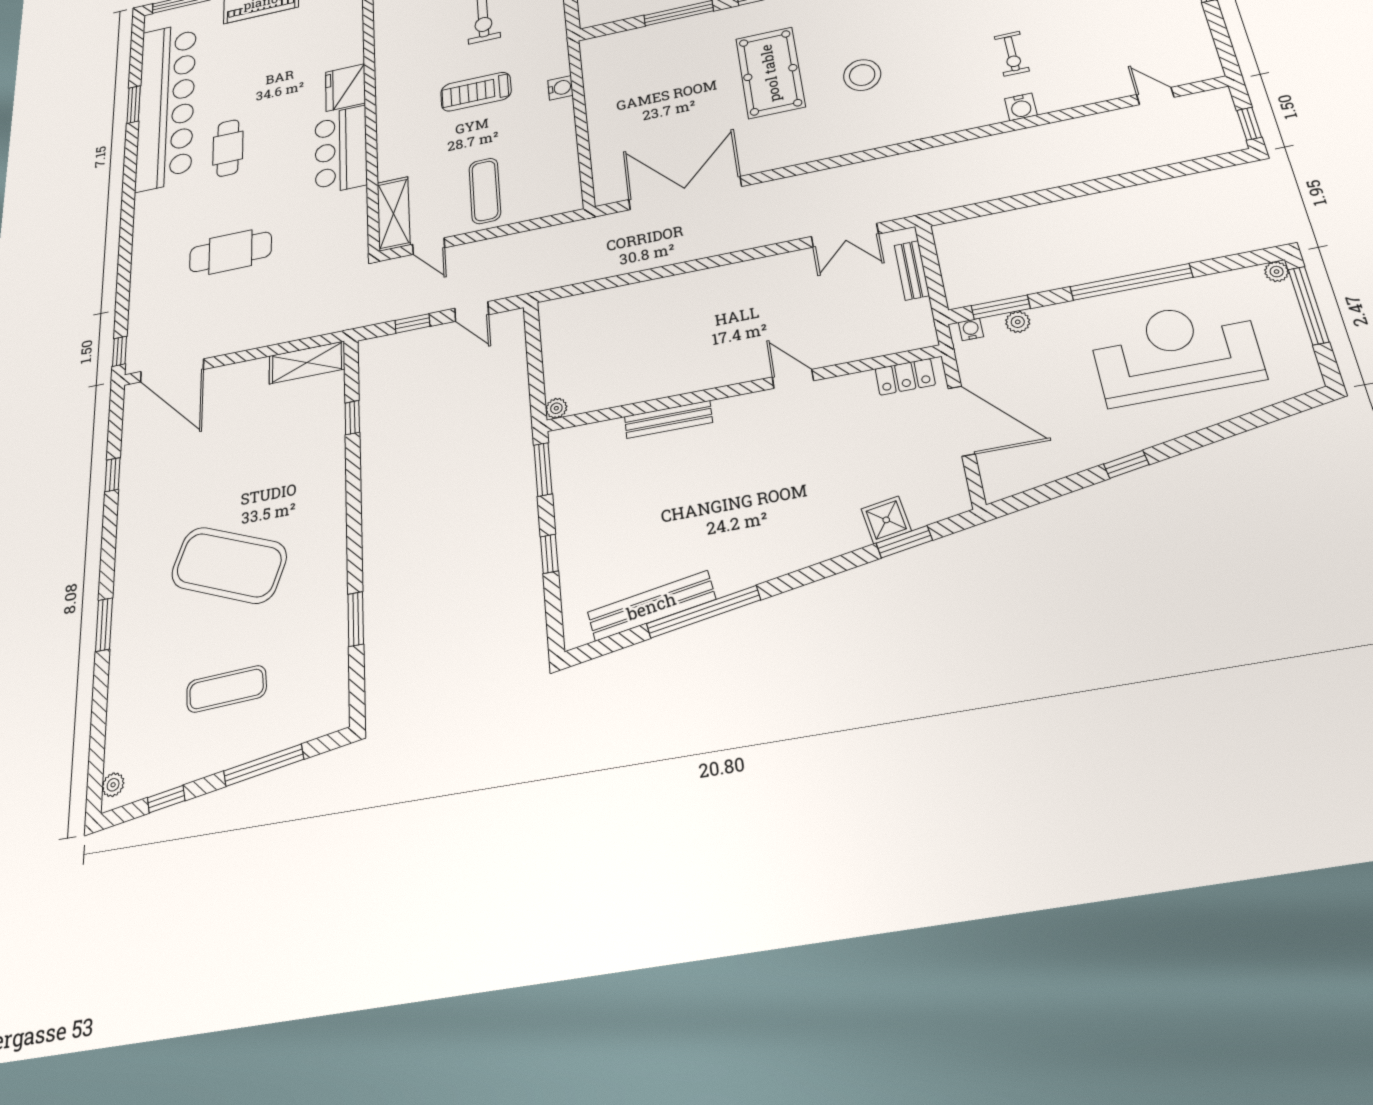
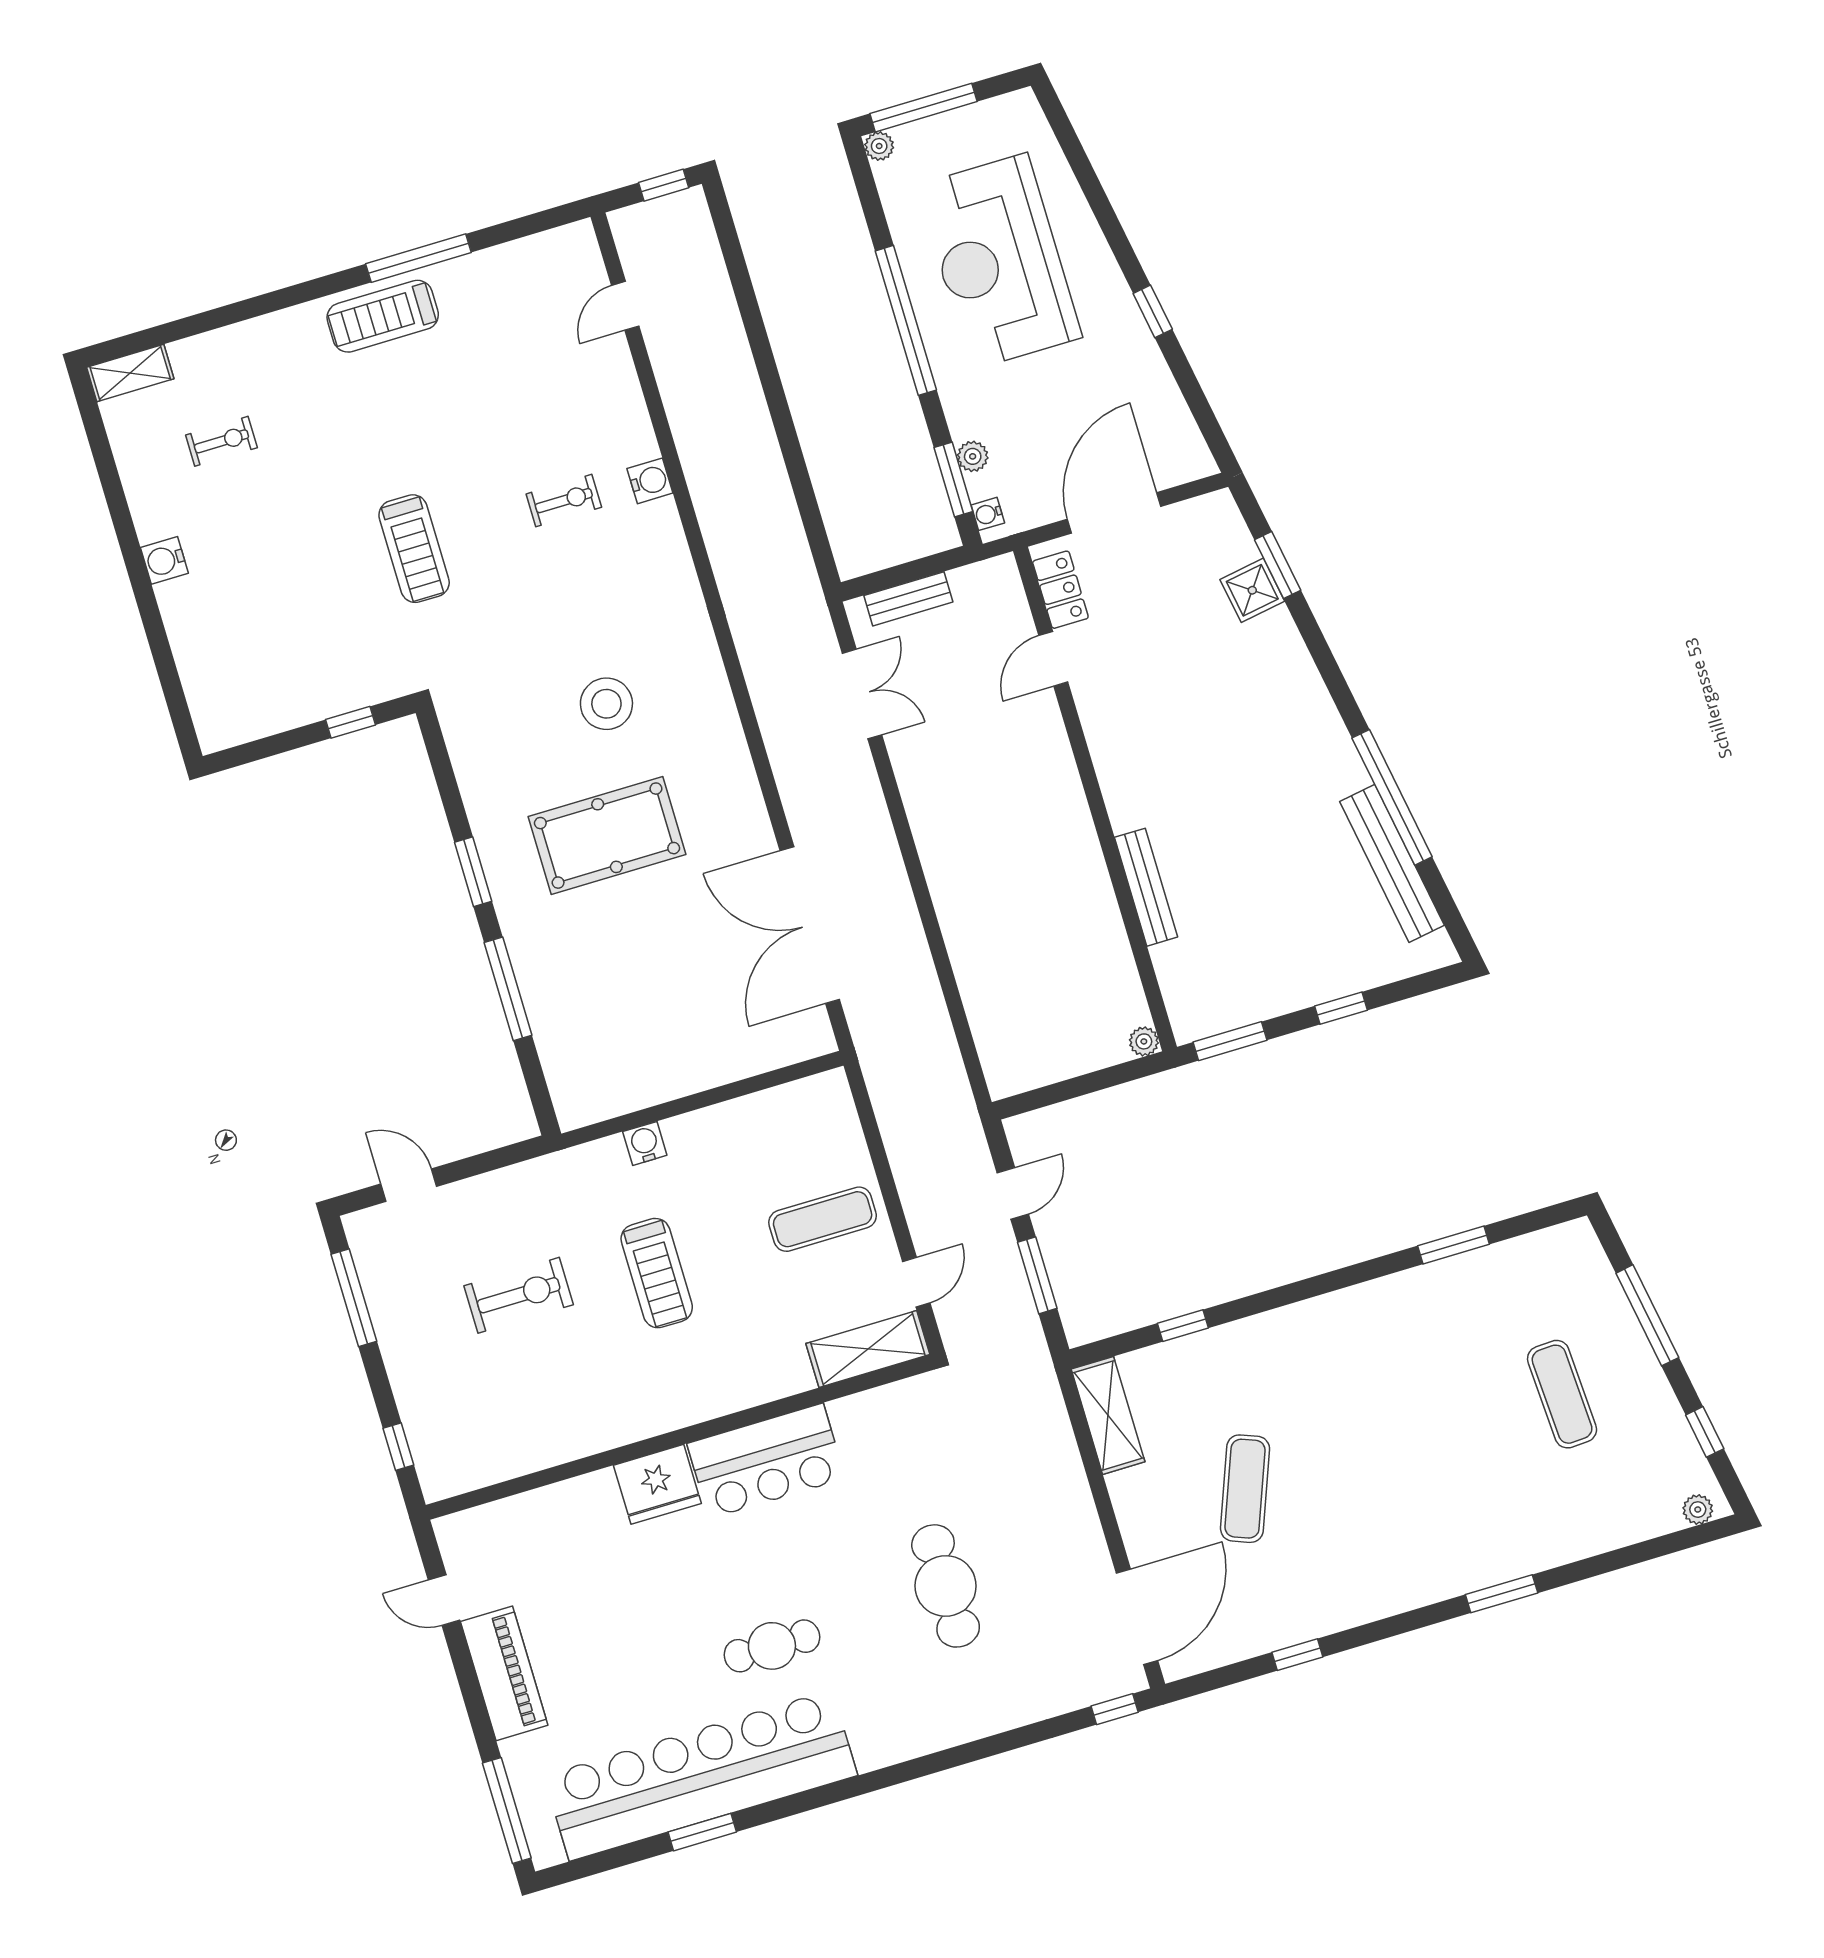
window: (412, 323) -> (1037, 1275), width x1.50
door: (793, 379) -> (1053, 659), moved
exercise mat: (229, 565) -> (1245, 1489), moved, width x0.50, depth x0.69

